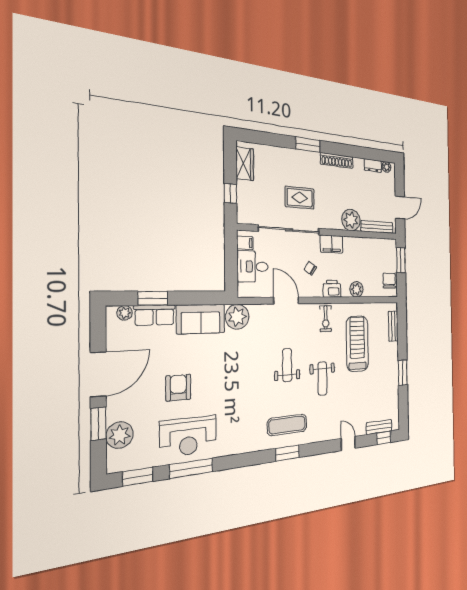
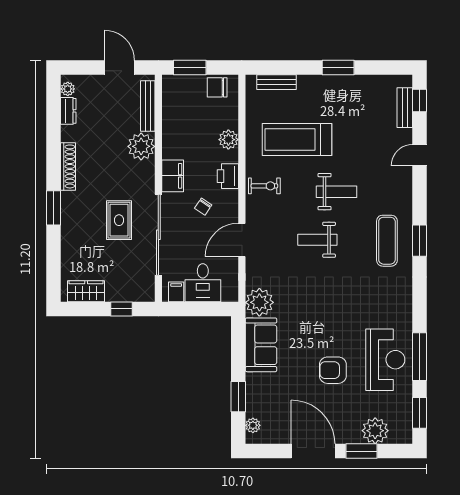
row of seats: (155, 315) -> (256, 395), removed

